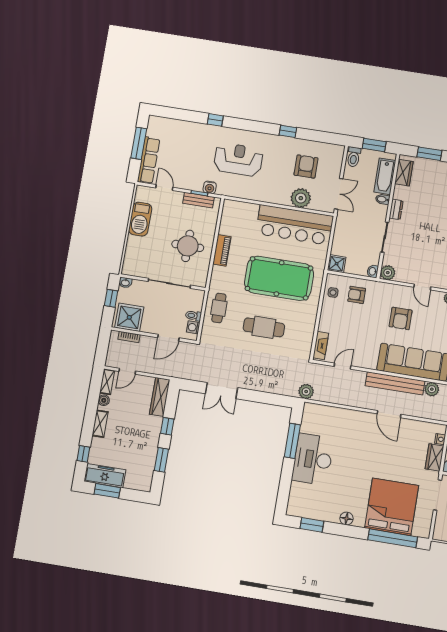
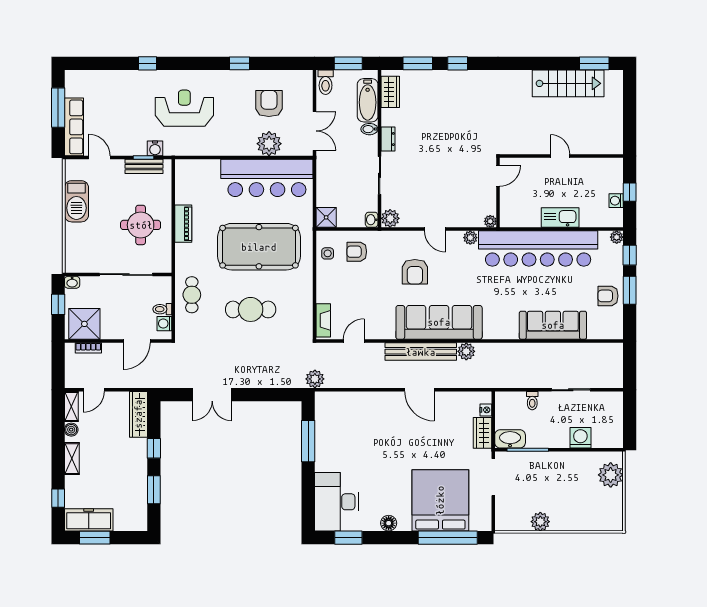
desk: (313, 459) -> (336, 502), moved

